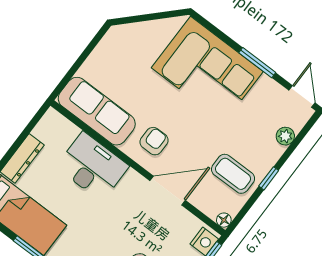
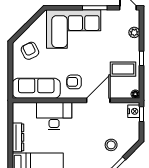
armchair: (127, 54) -> (30, 51), added
armchair: (154, 141) -> (74, 82), turned -90

